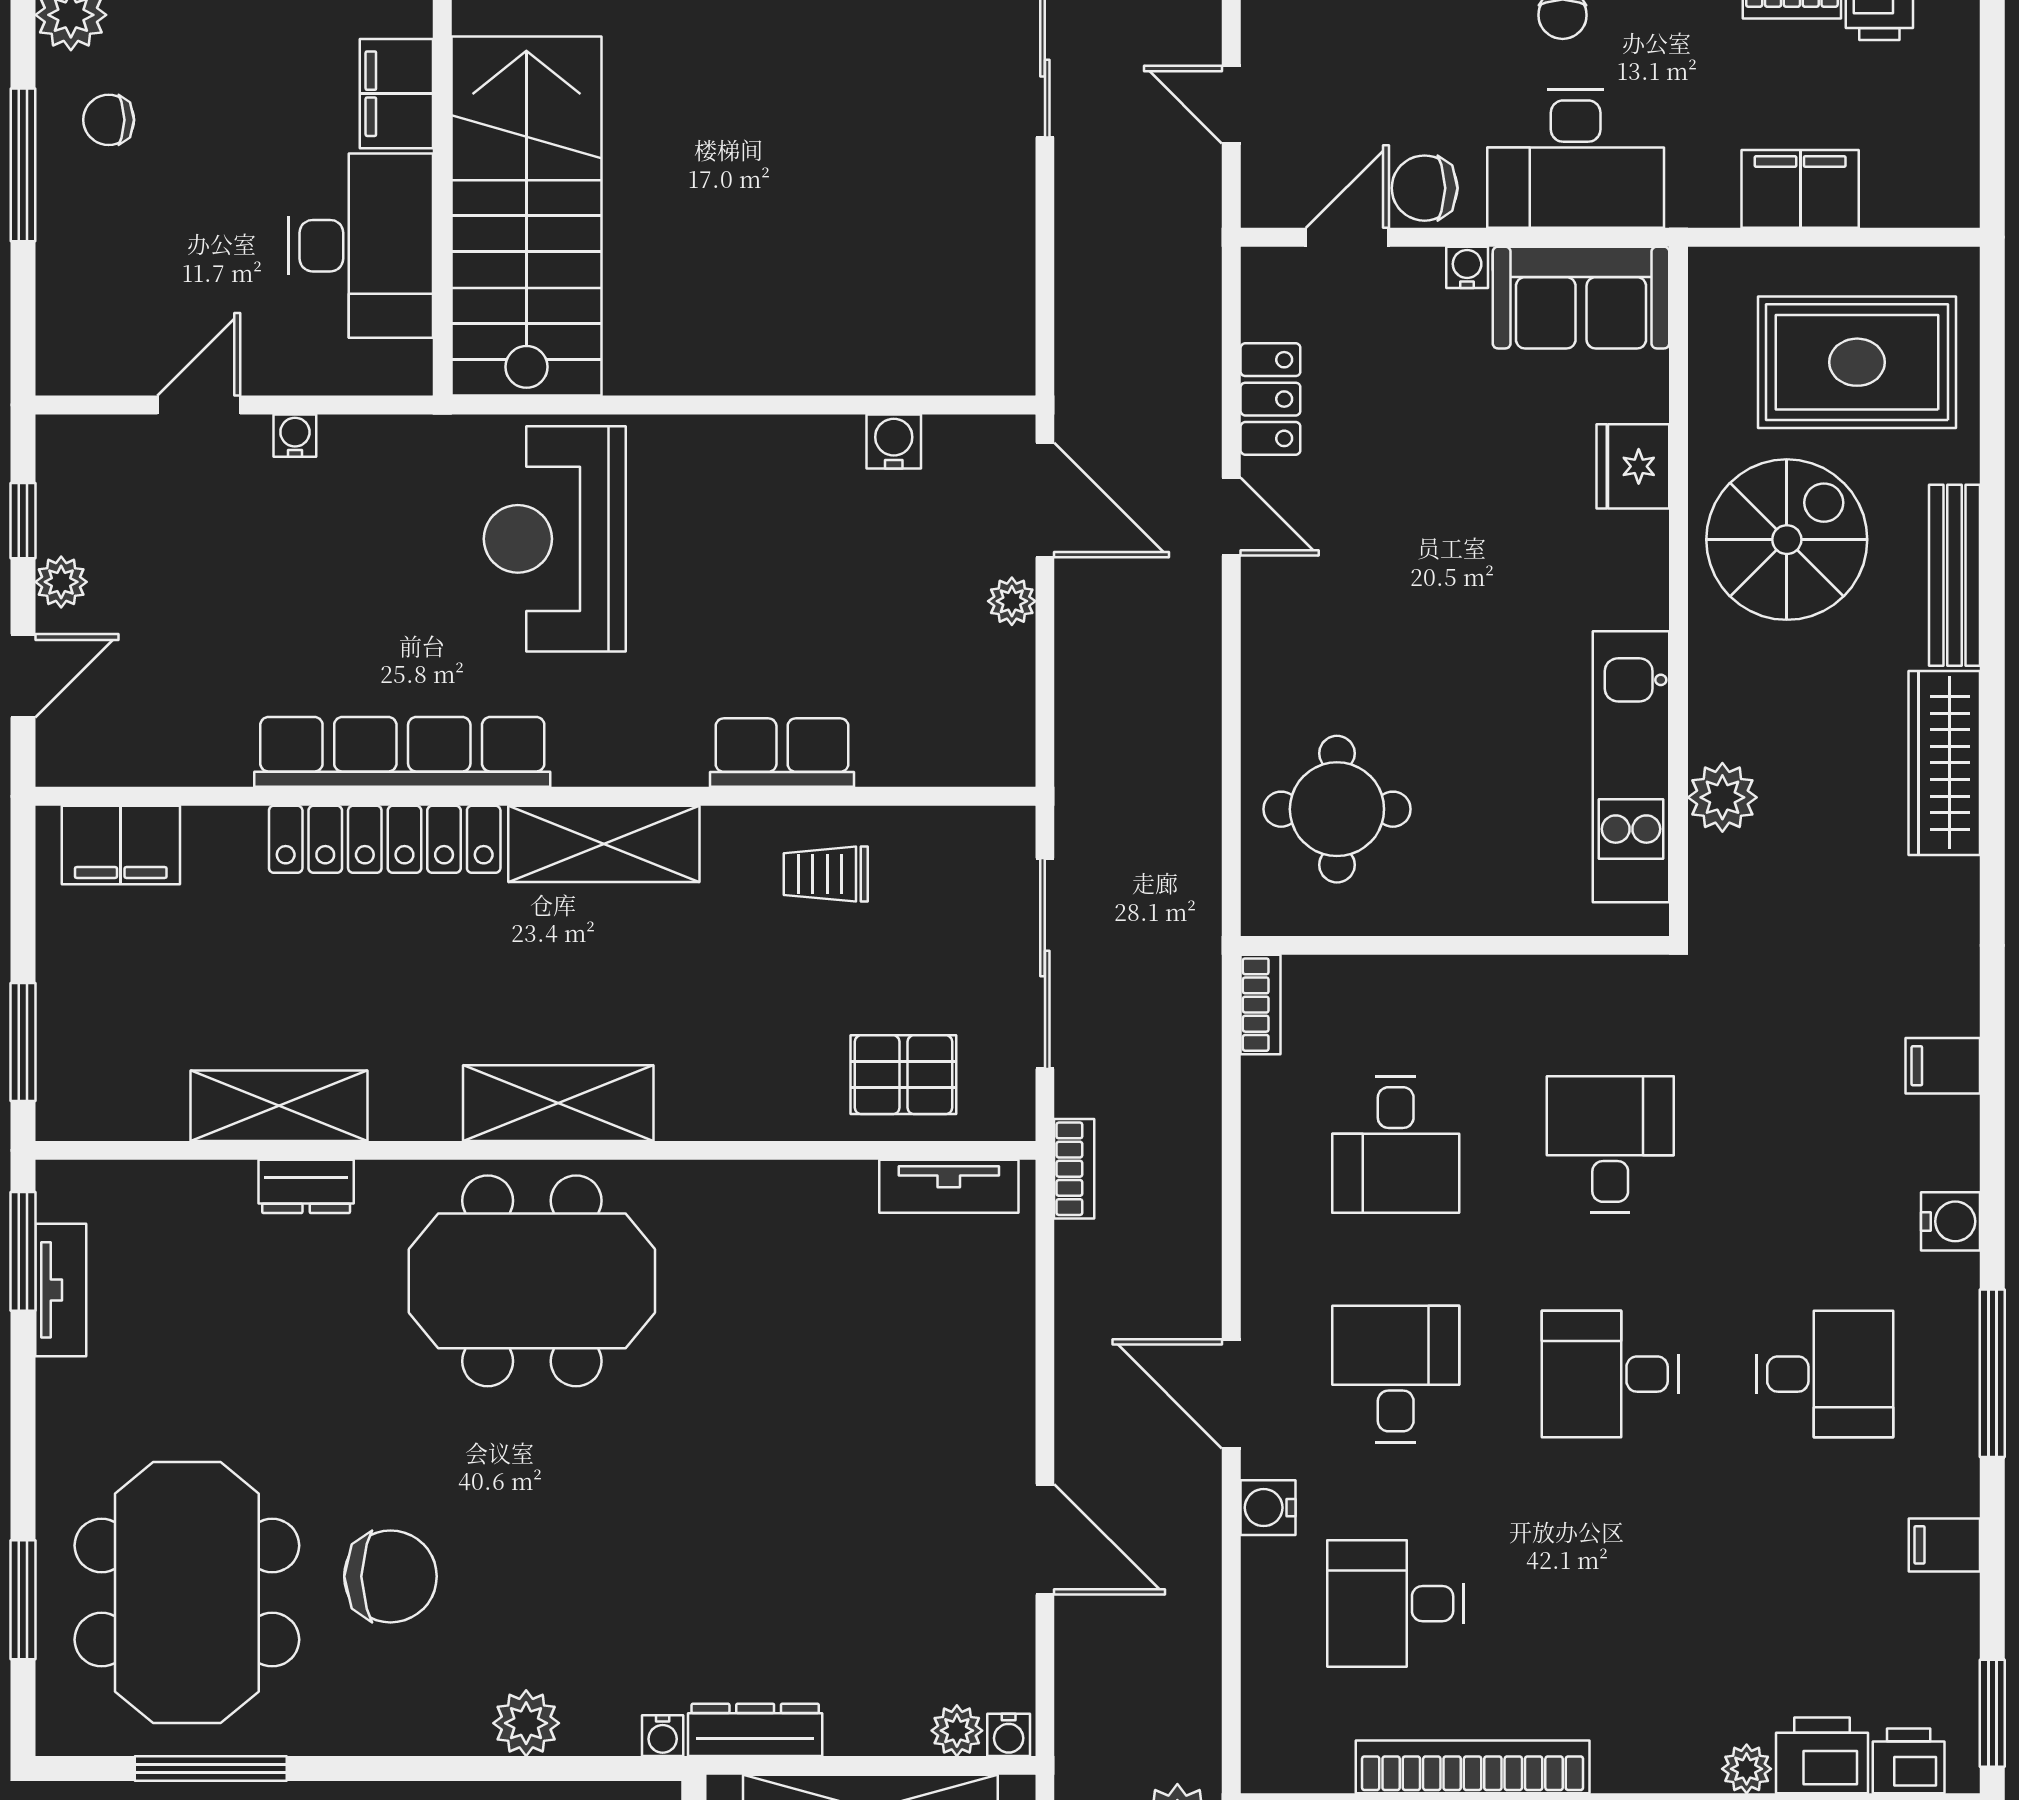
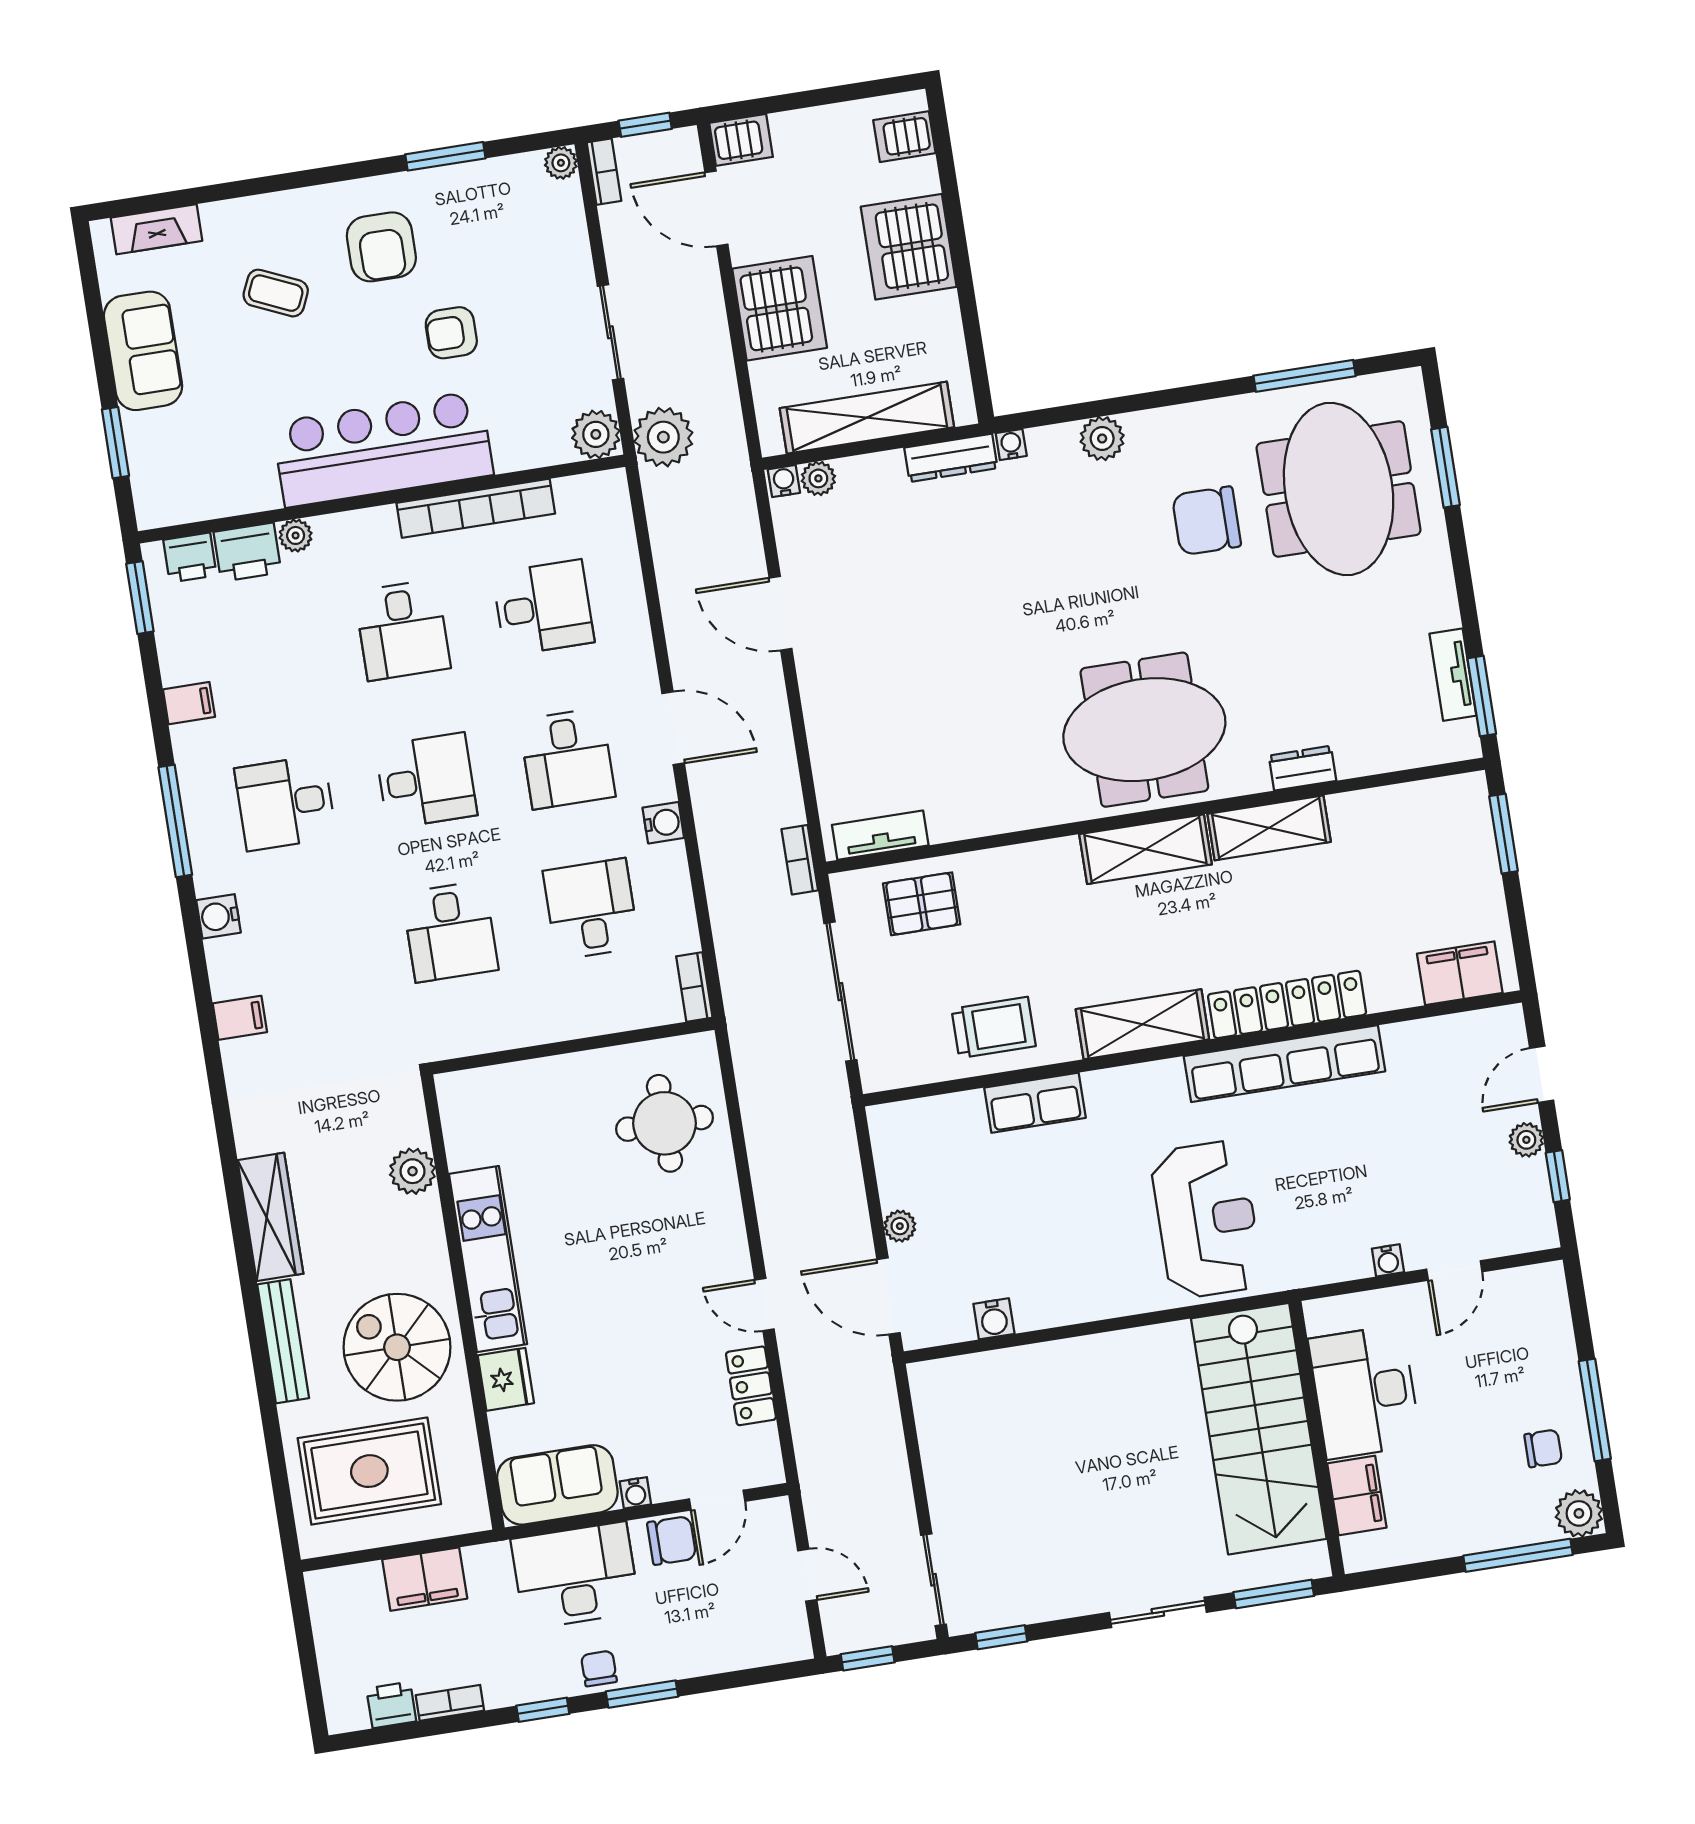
spiral stairs: (1787, 540) -> (397, 1347), turned 90
kitchen unit: (1631, 767) -> (488, 1259), moved
trolley: (826, 874) -> (994, 1028), width x1.36, depth x1.39
shelving: (279, 1106) -> (1269, 828), moved
water cooler: (1268, 1508) -> (663, 823), moved
desk: (1610, 1604) -> (402, 630), added

